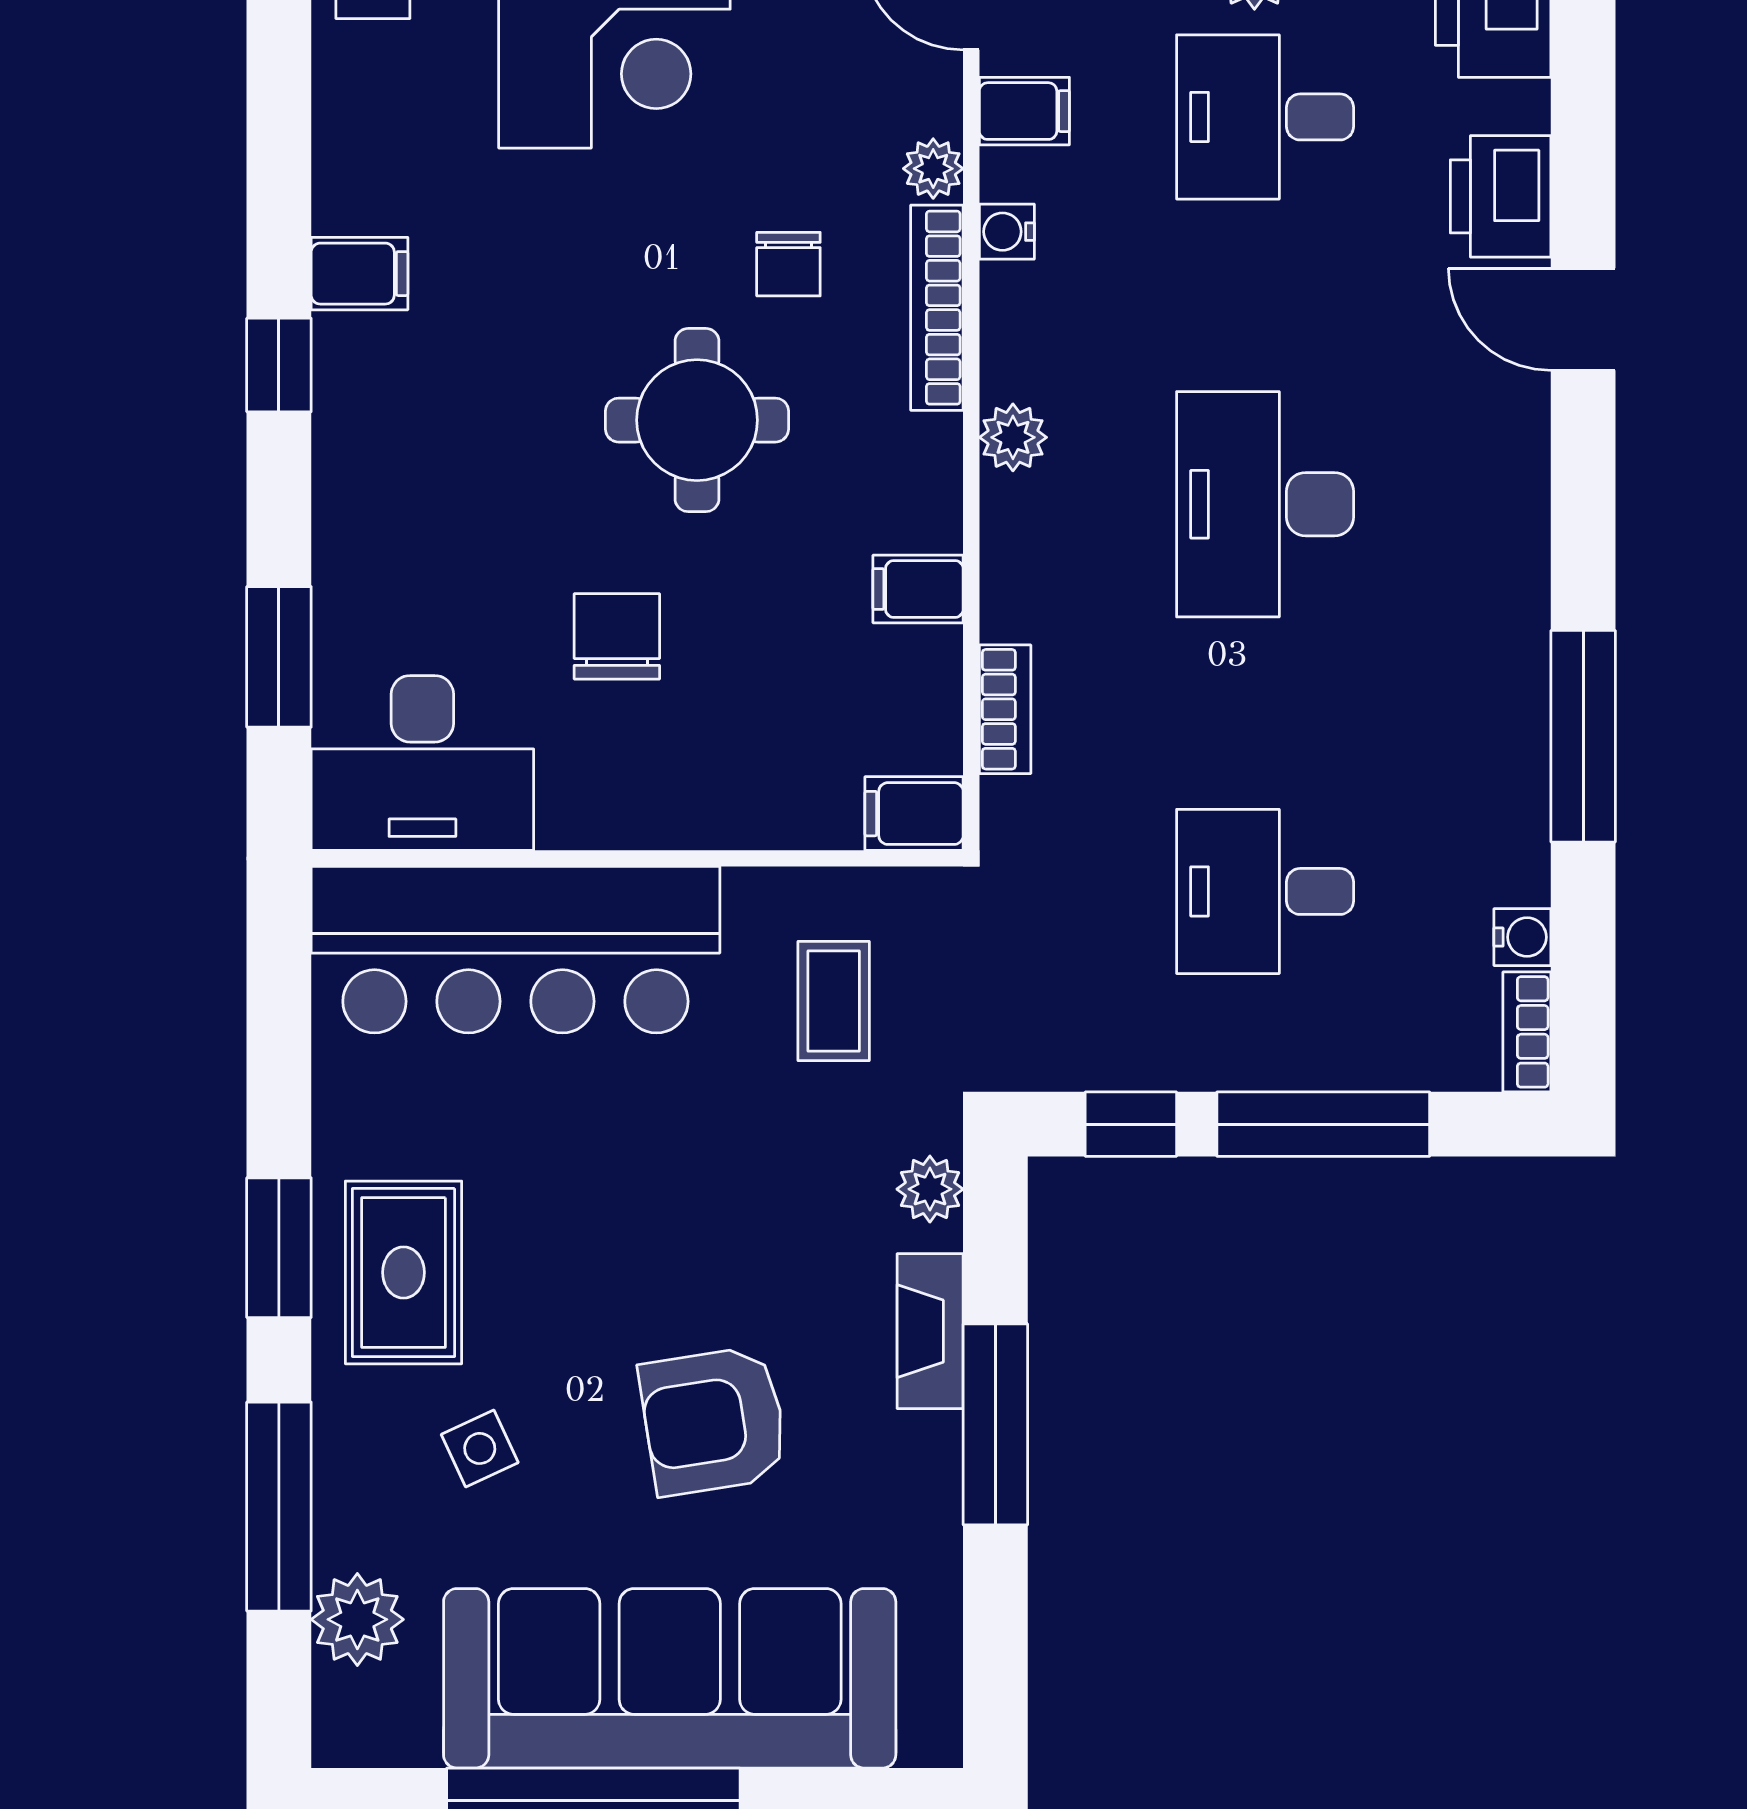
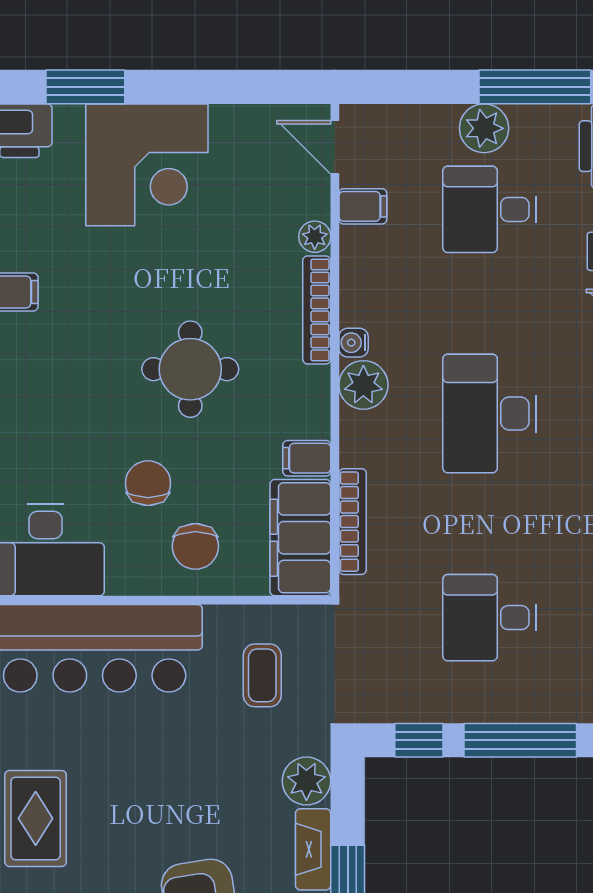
water cooler: (1007, 232) -> (354, 343), moved
chair: (788, 264) -> (195, 546), moved, width x1.37, depth x1.37
plant: (1013, 437) -> (363, 385), width x1.38, depth x1.38
bookcase: (1005, 709) -> (353, 522), width x1.56
filing cabinet: (914, 814) -> (300, 538), width x3.00, depth x1.17
plant: (930, 1189) -> (306, 781), width x1.38, depth x1.38

